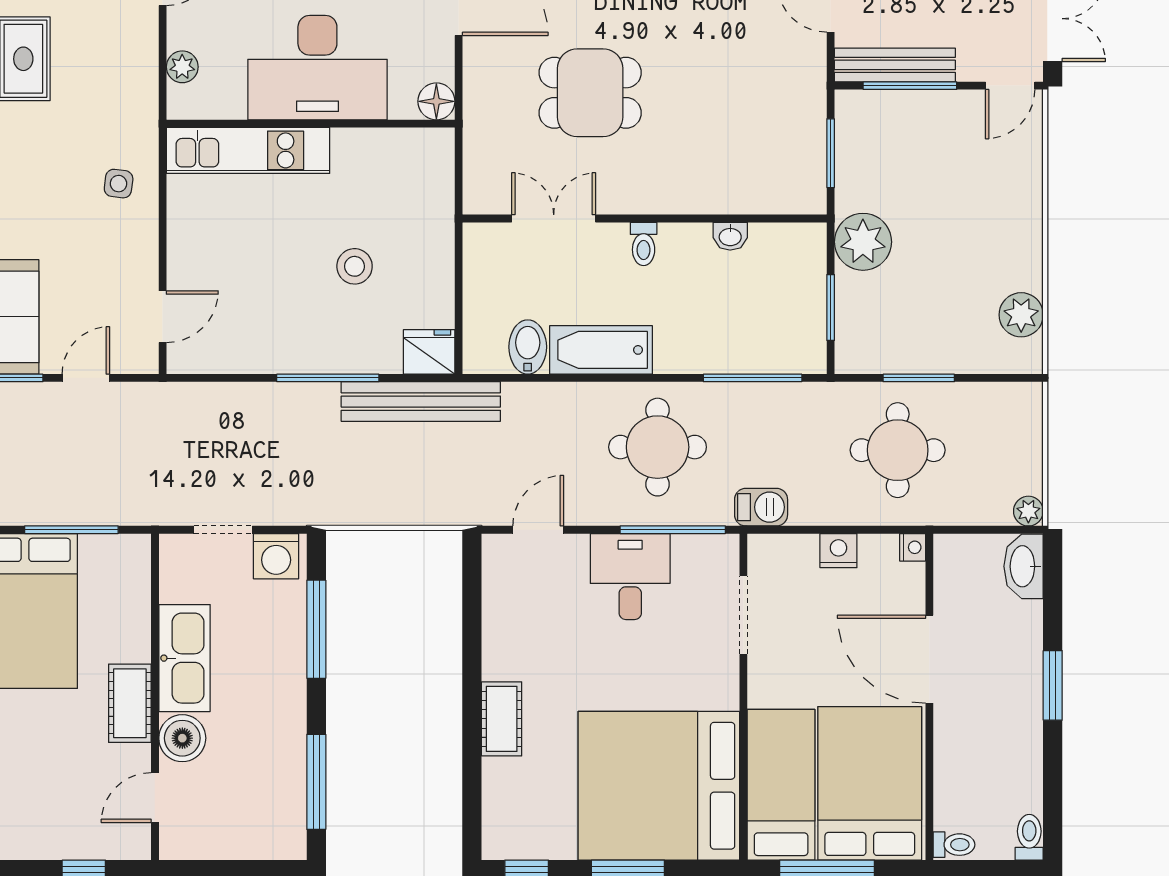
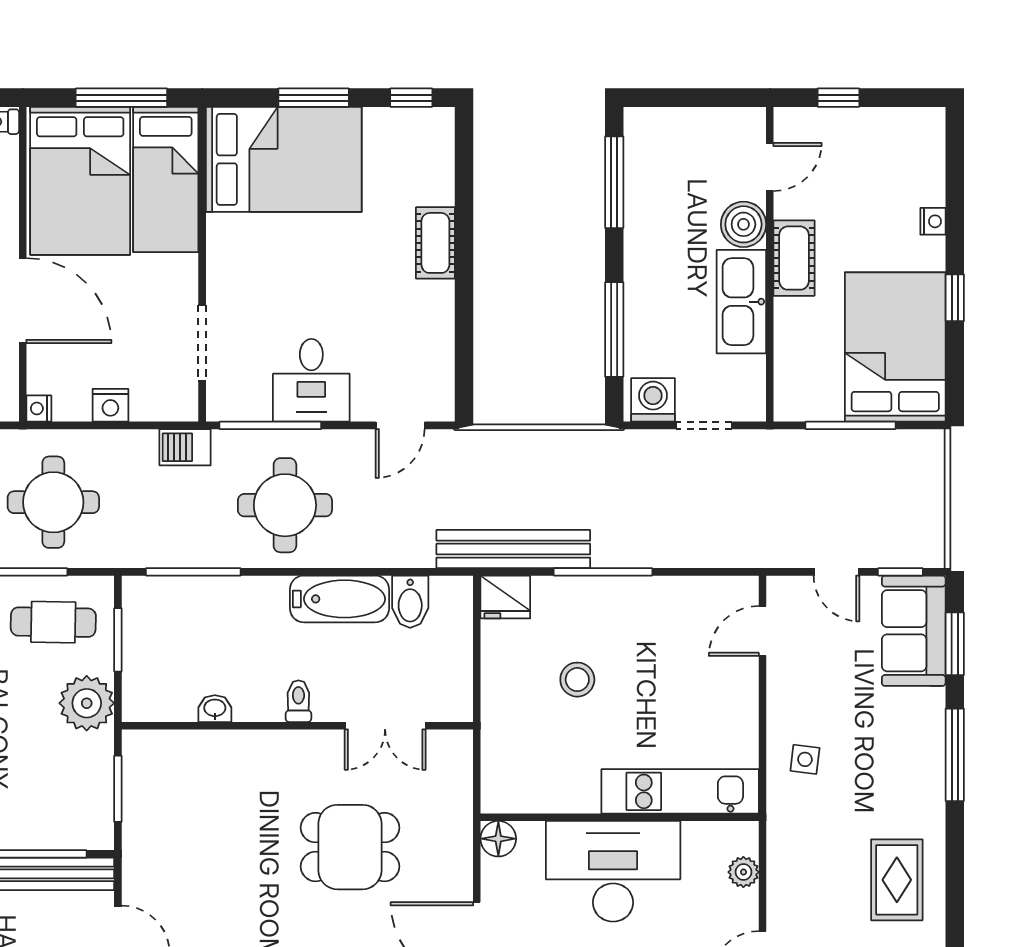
cafe table: (898, 326) -> (53, 622), added
door: (86, 378) -> (837, 572), hinge flipped
bed: (659, 786) -> (284, 159), width x0.73

